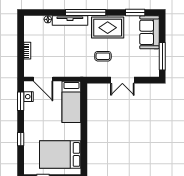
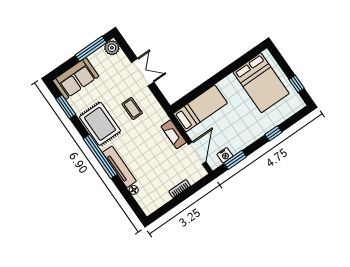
plant: (153, 71) -> (112, 48), added
fireplace: (66, 72) -> (174, 134), added

